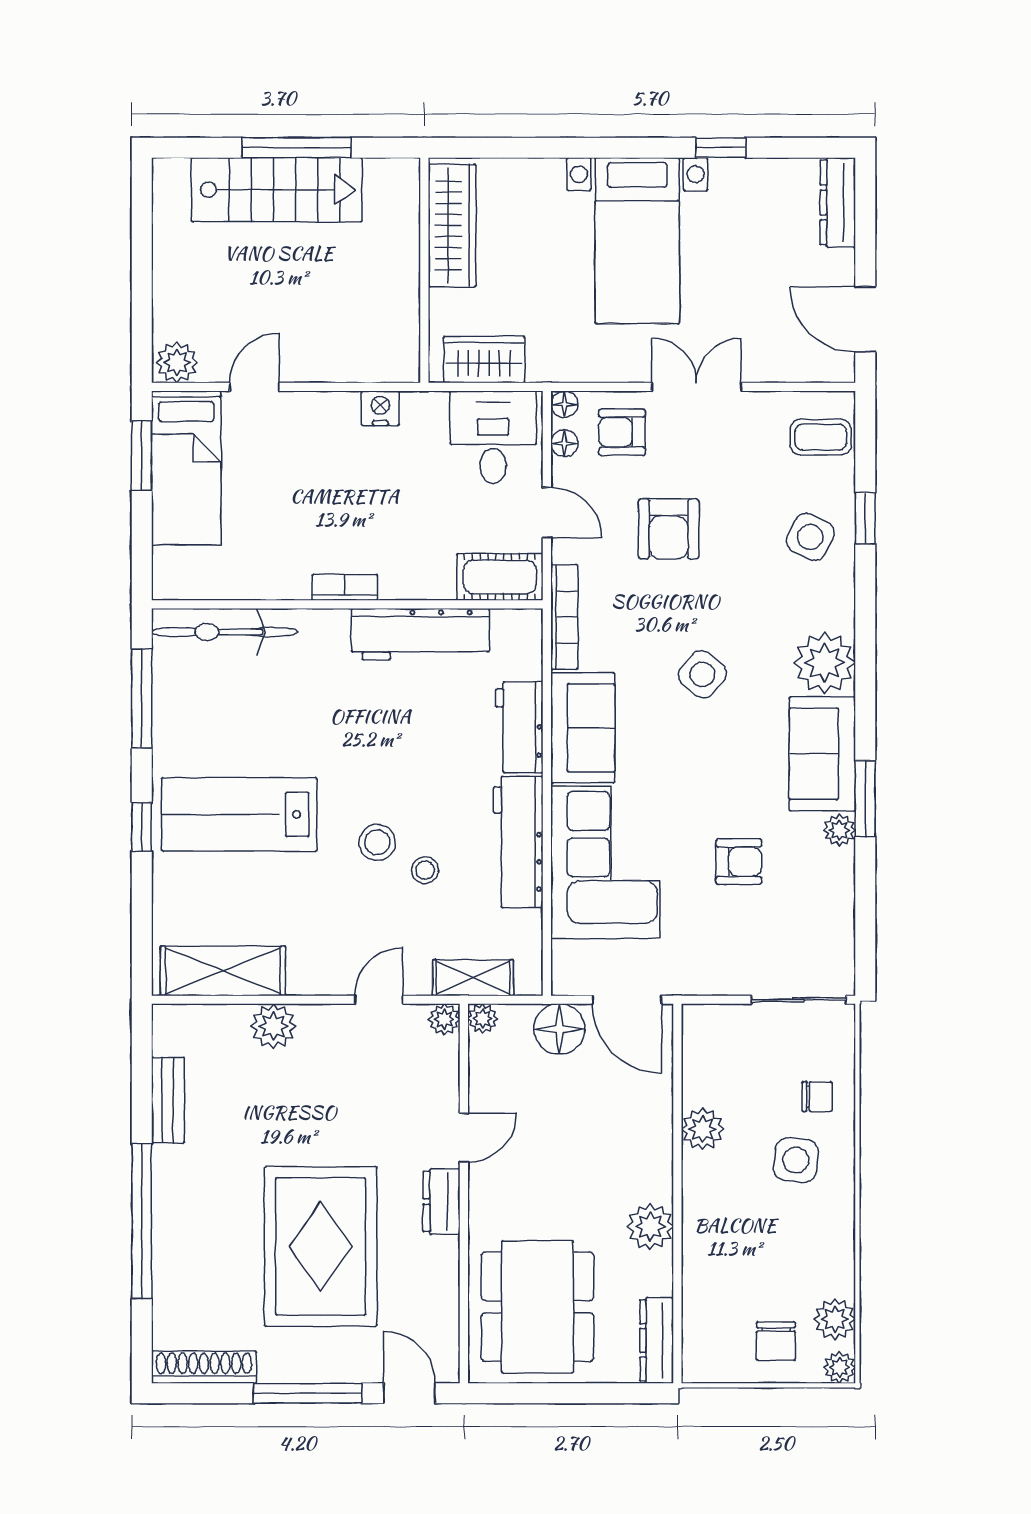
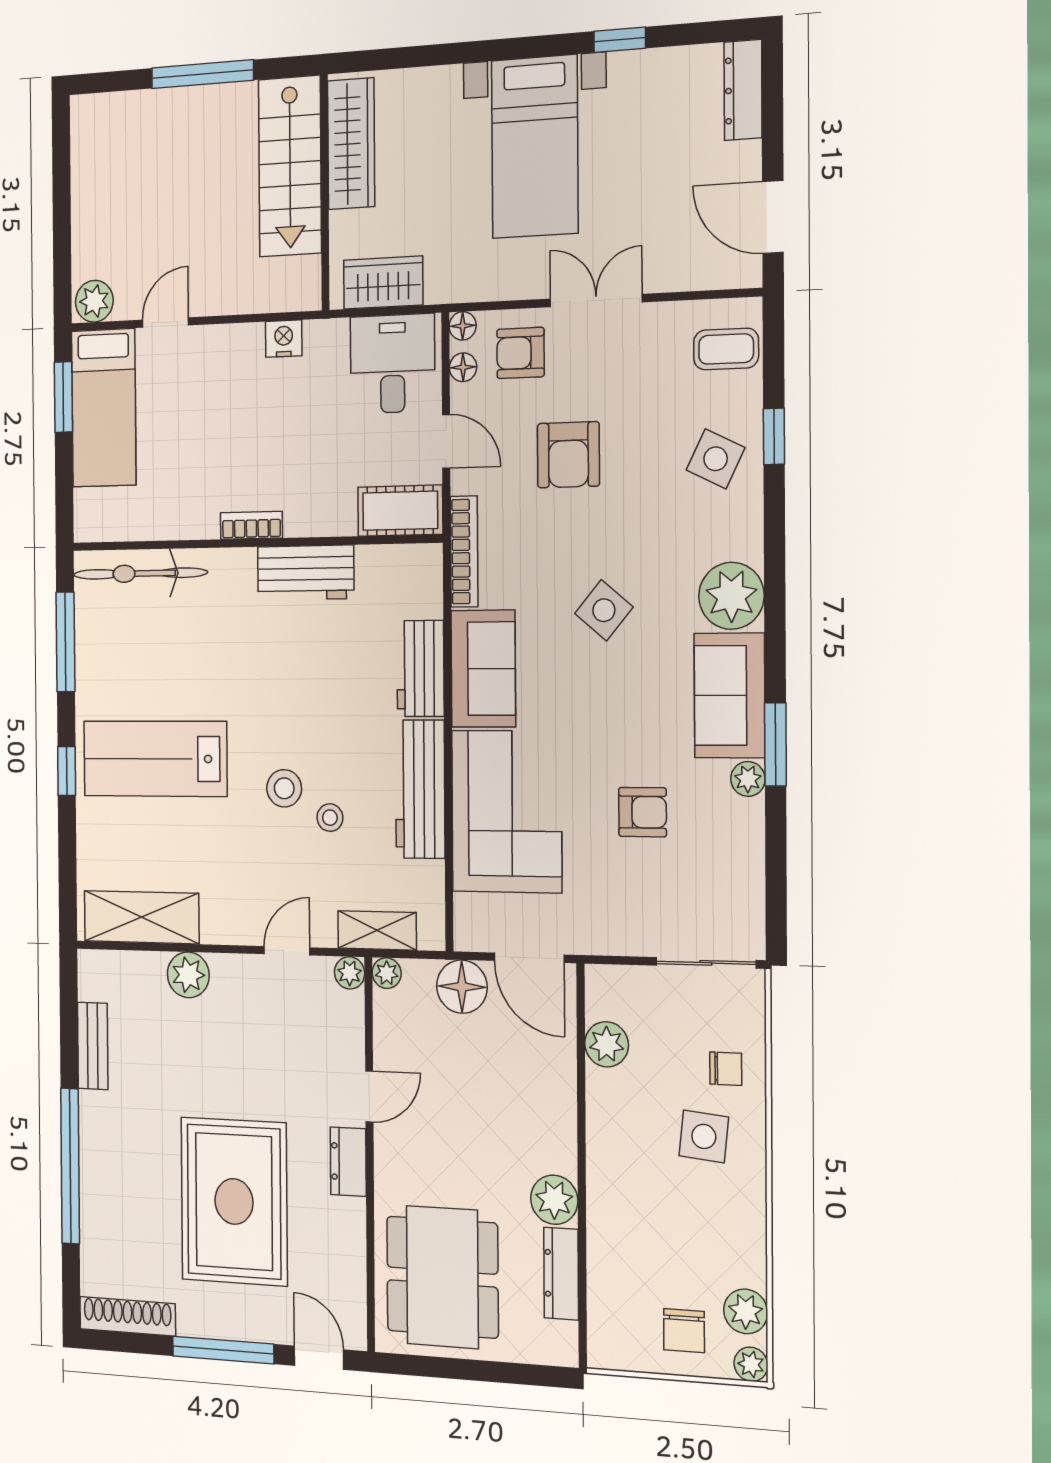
stairs: (277, 190) -> (290, 166), moved, turned 90
workbench: (420, 634) -> (306, 573), width x0.73
plant: (703, 1129) -> (607, 1044), moved
dresser: (657, 1340) -> (561, 1274), moved

